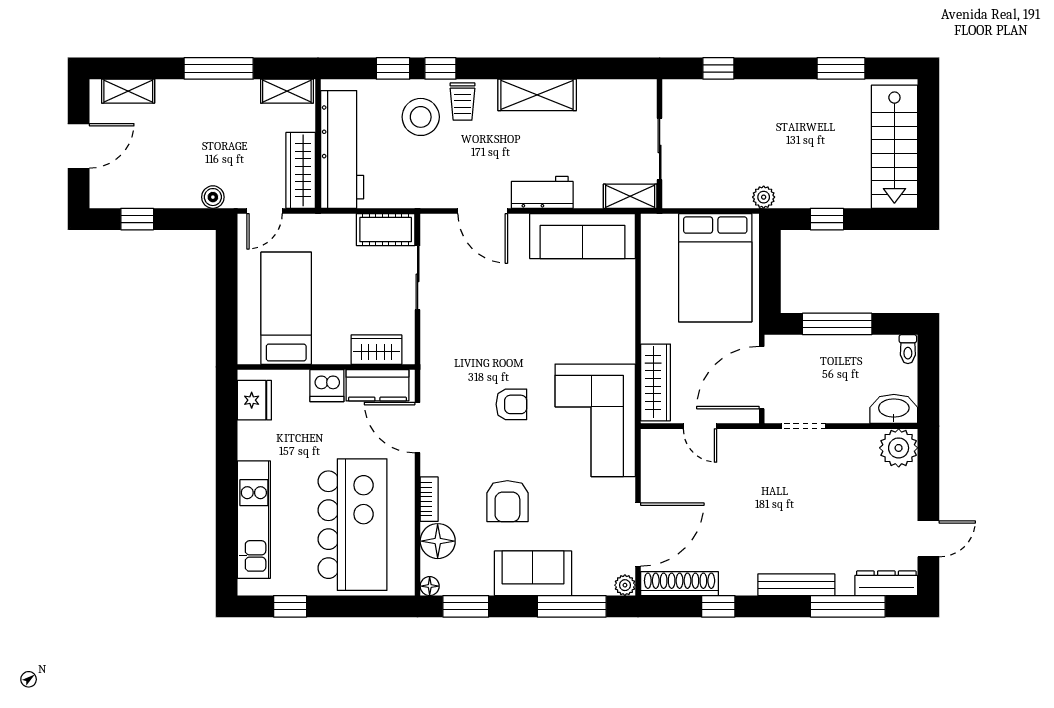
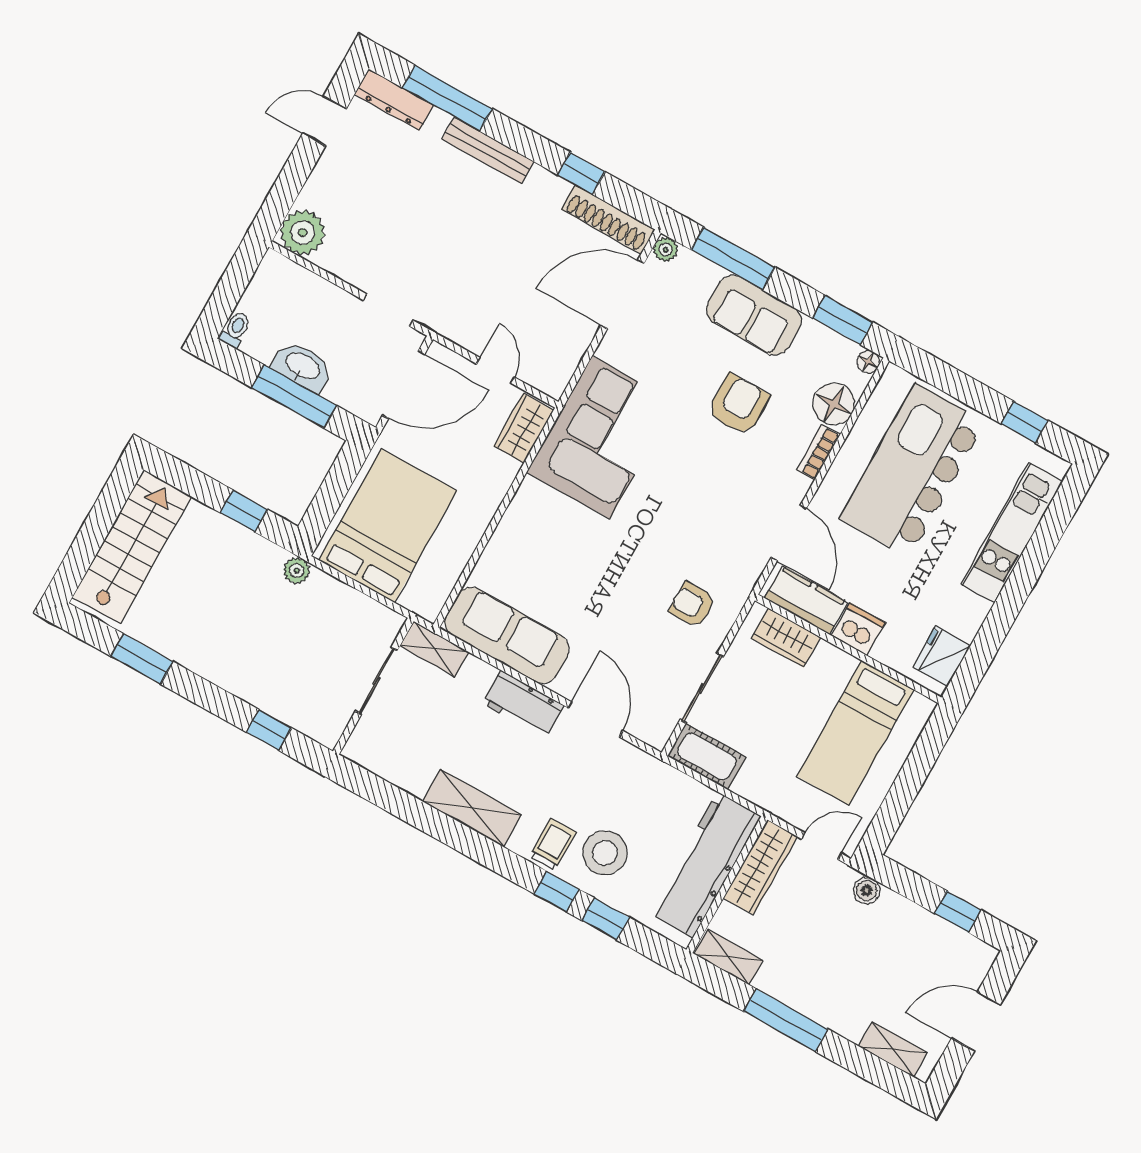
wardrobe: (656, 382) -> (524, 428), width x0.67
armchair: (511, 404) -> (692, 605), moved
washbasin: (894, 409) -> (302, 367), moved, turned 180

